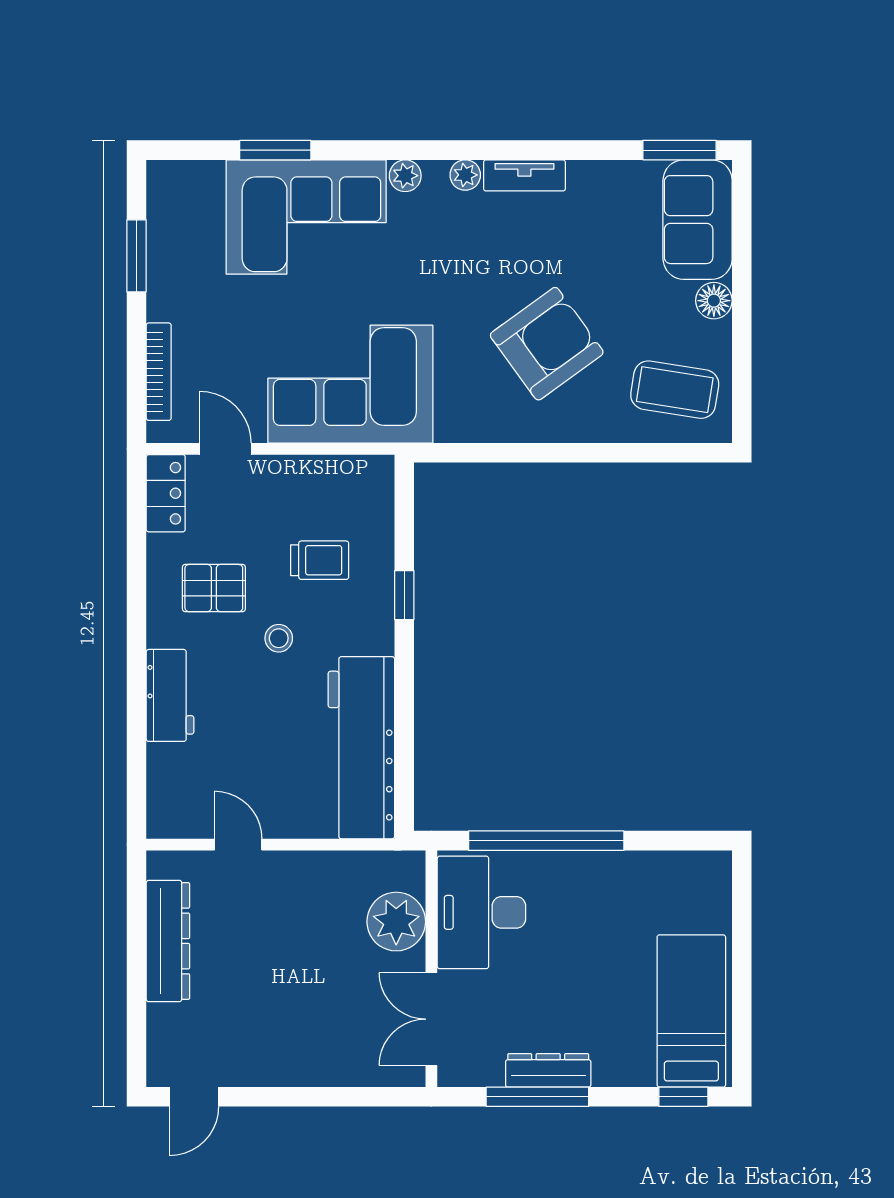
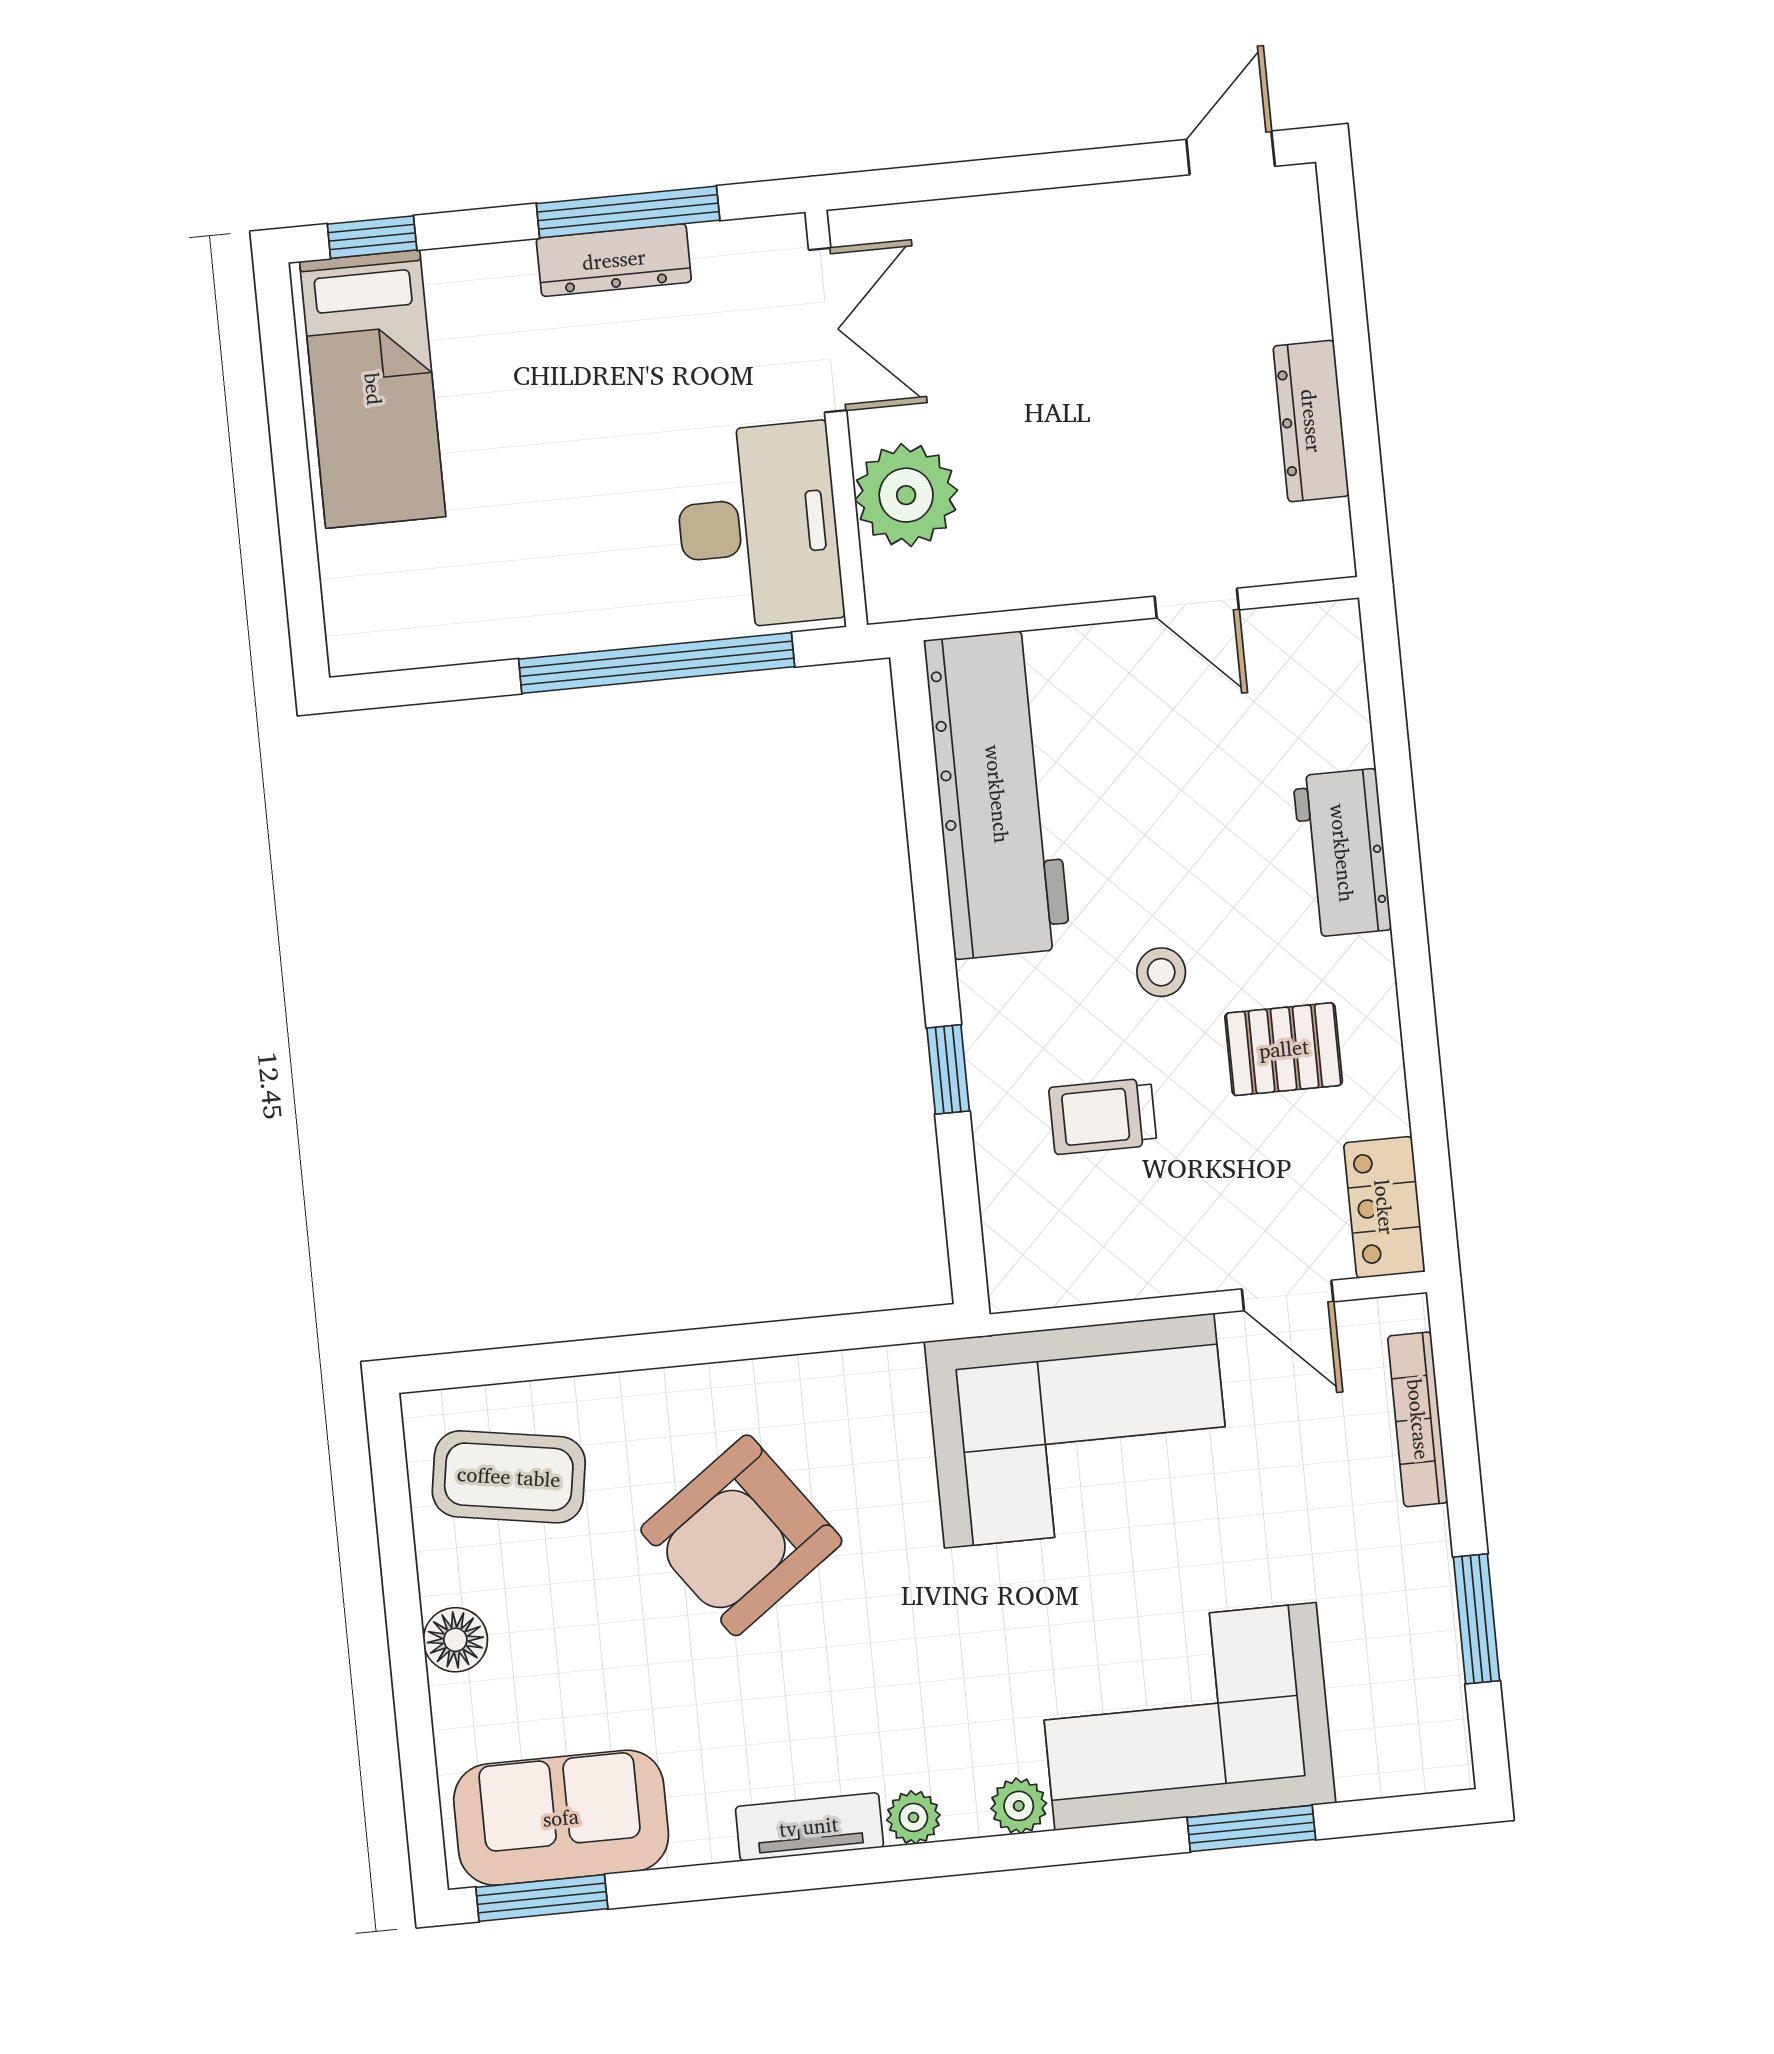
sofa: (698, 220) -> (561, 1818), moved, turned -90
dresser: (168, 941) -> (1311, 421), width x0.73, depth x0.80

